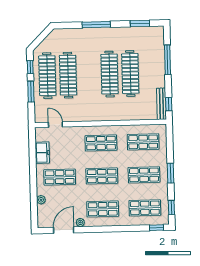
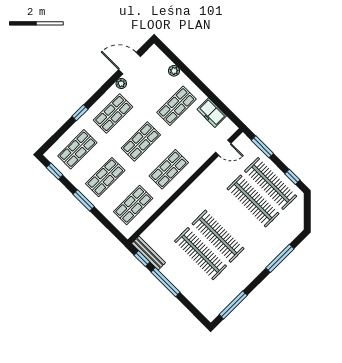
window: (140, 23) -> (233, 305), width x1.44
window: (96, 25) -> (280, 258), moved
window: (168, 60) -> (166, 282), moved
window: (31, 92) -> (262, 147), moved
window: (156, 228) -> (80, 113), moved
door: (64, 230) -> (129, 63), swing flipped

